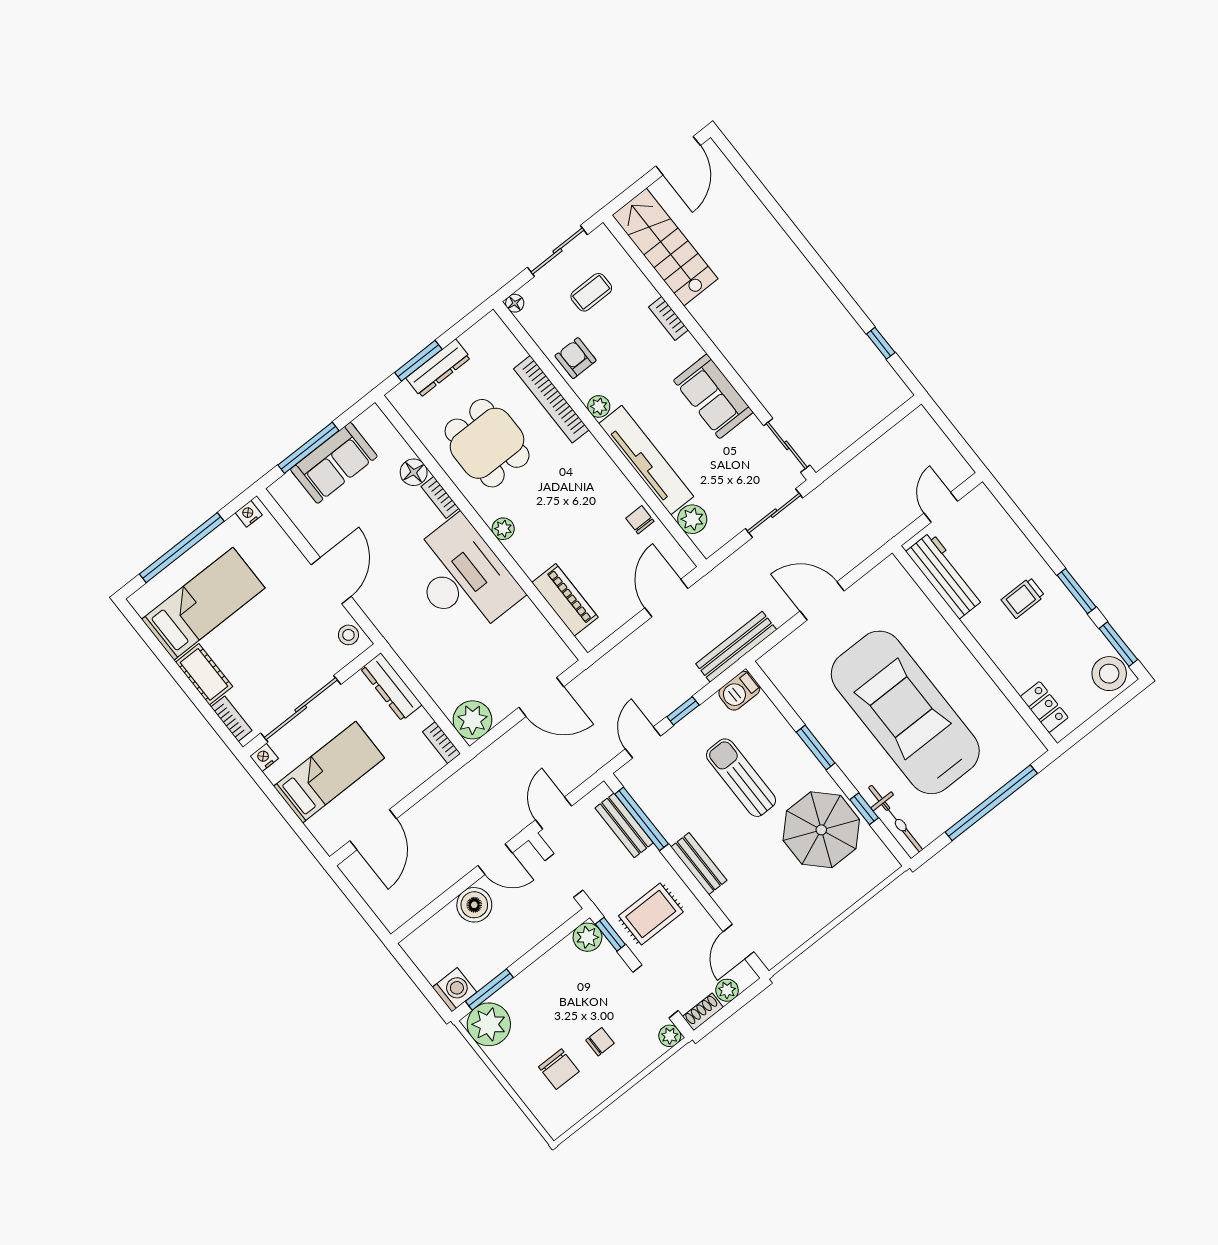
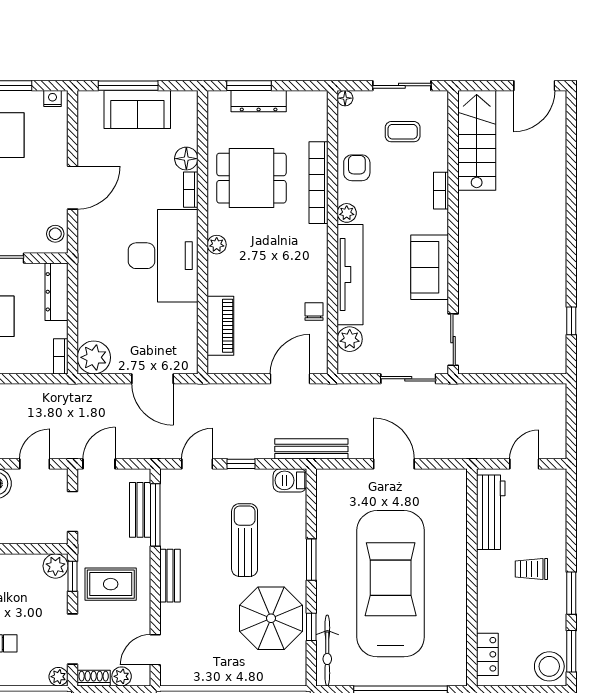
dining table: (487, 443) -> (251, 178), turned 90
door: (495, 859) -> (35, 464), swing flipped

